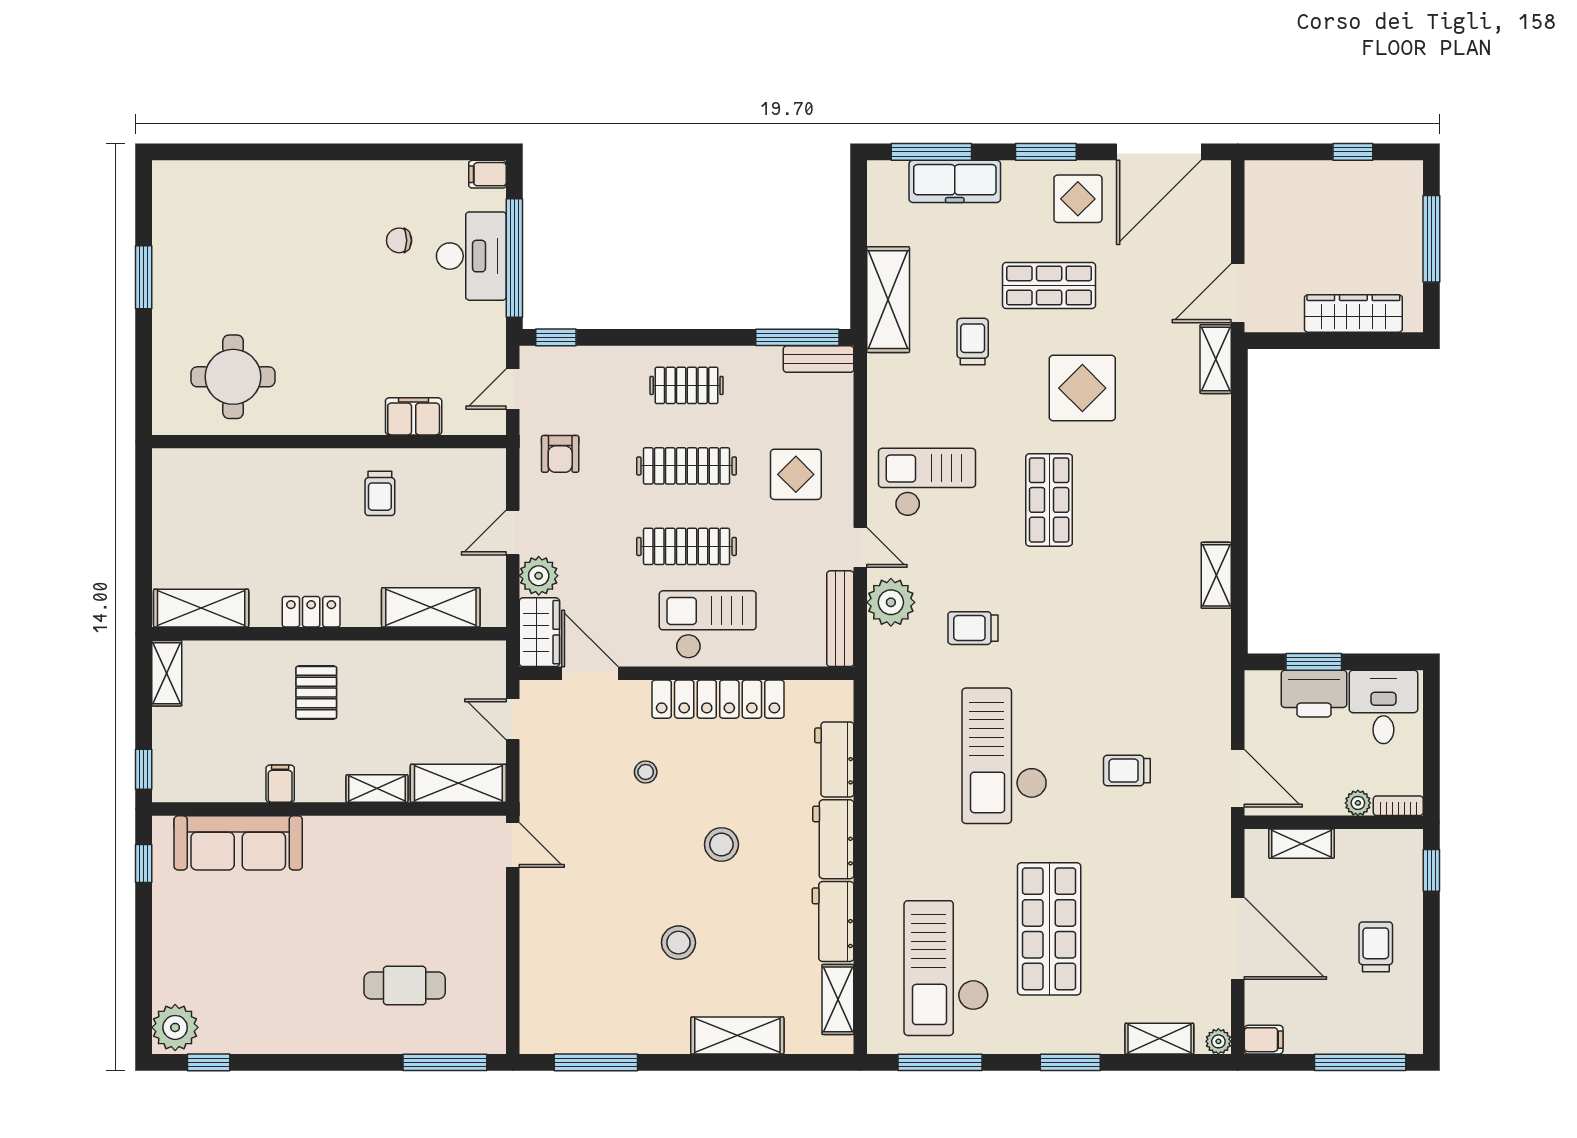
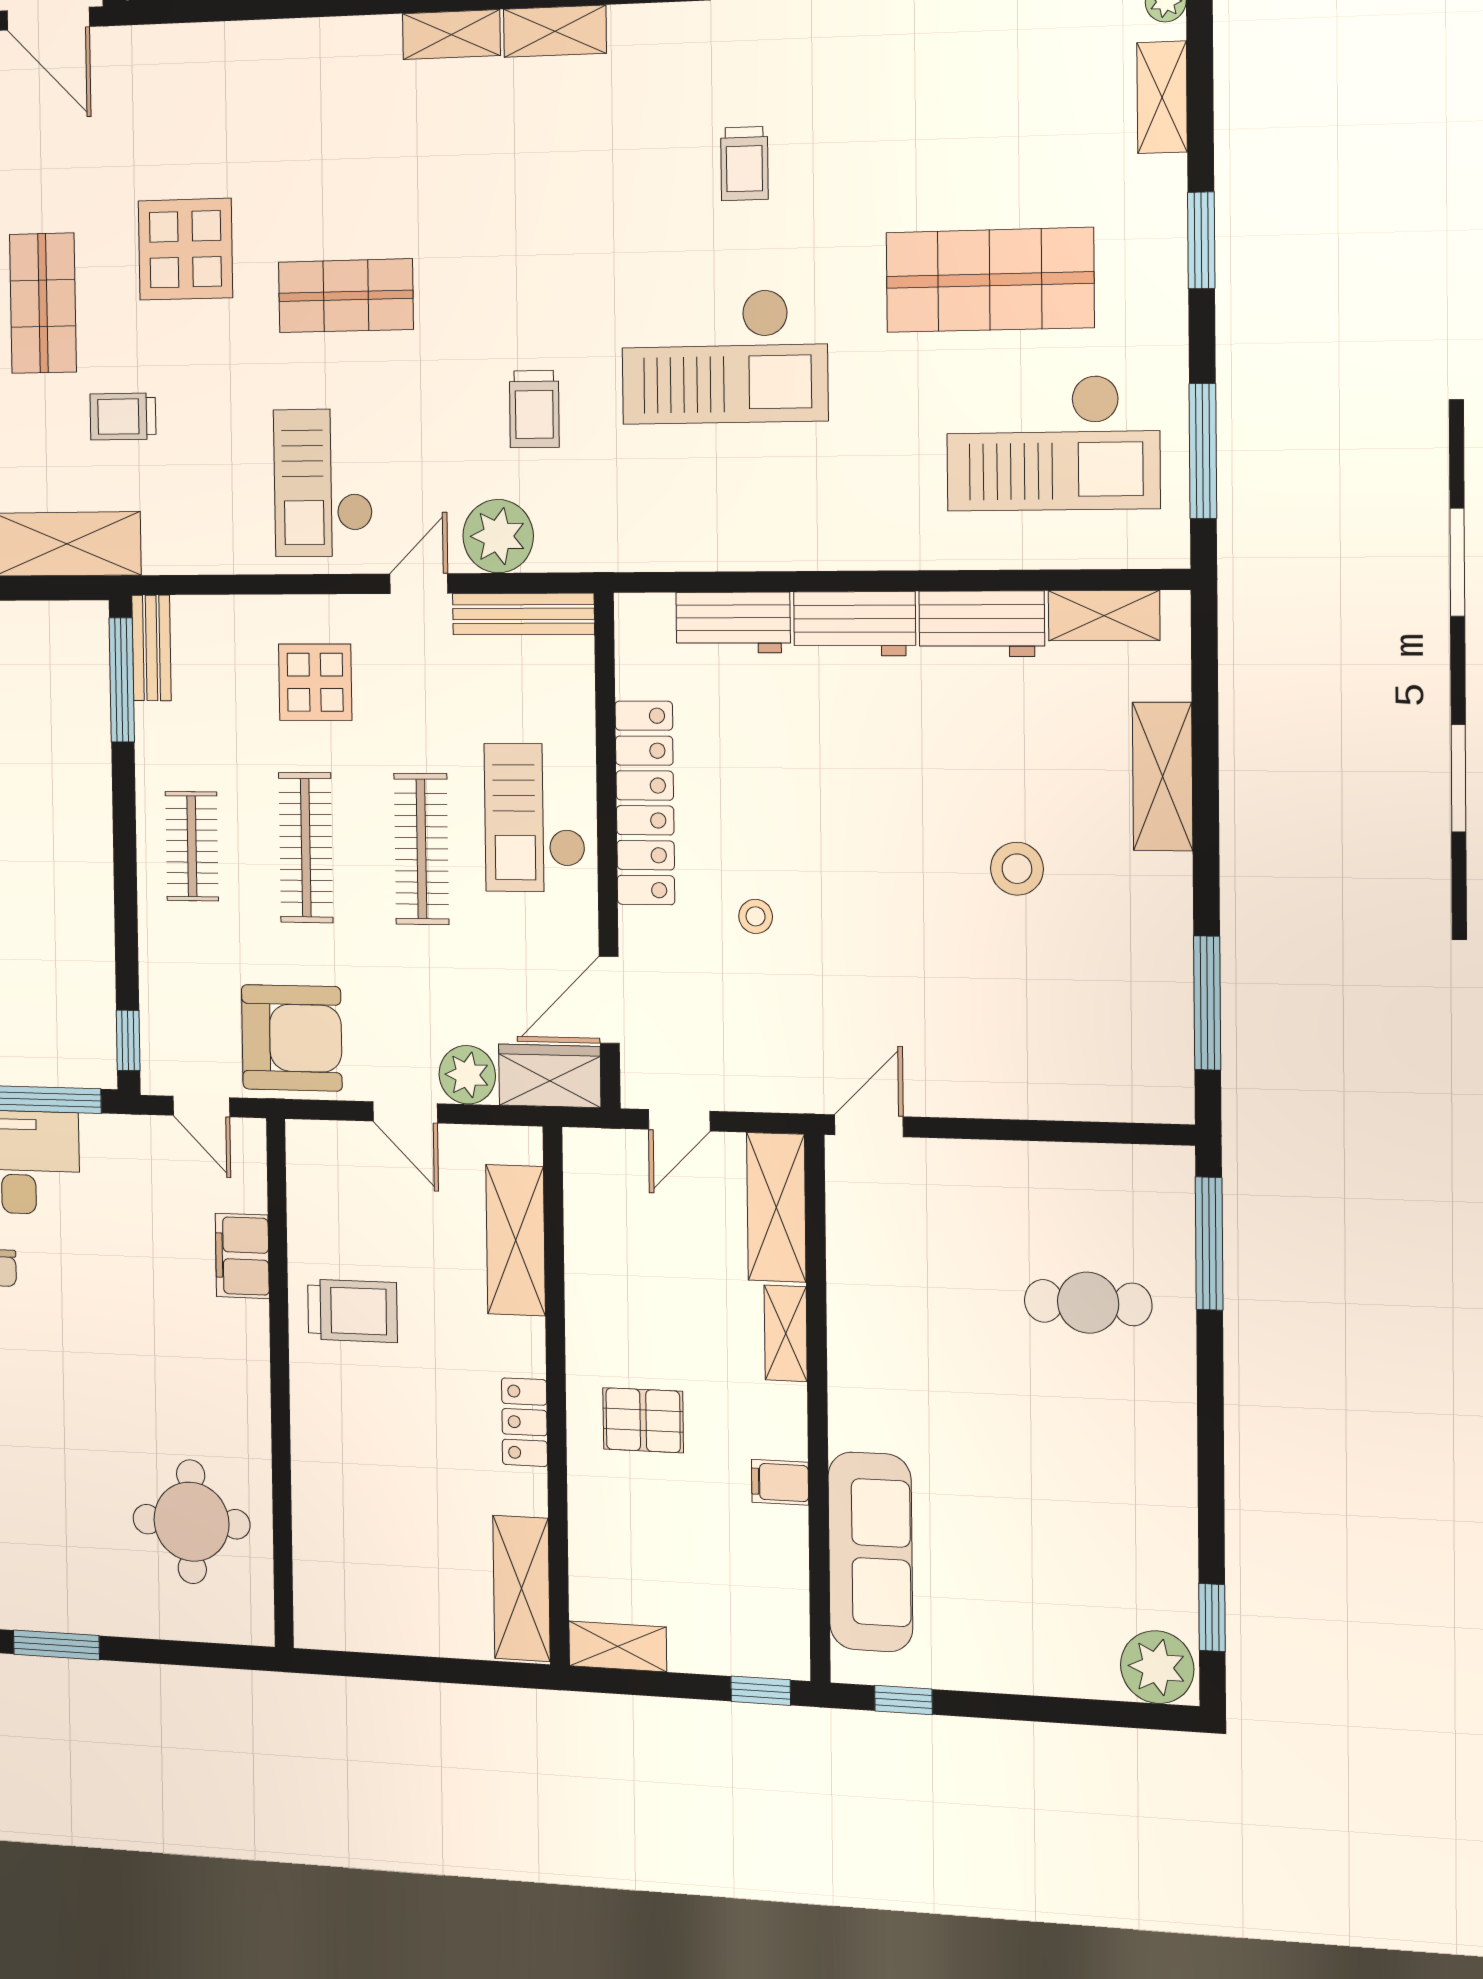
shelving: (1216, 359) -> (555, 31), moved
armchair: (560, 454) -> (292, 1038), width x1.88, depth x1.88
trolley: (380, 493) -> (352, 1311), width x1.36, depth x1.39
stool: (721, 844) -> (865, 799), removed
cafe table: (405, 985) -> (1088, 1303), turned 90

